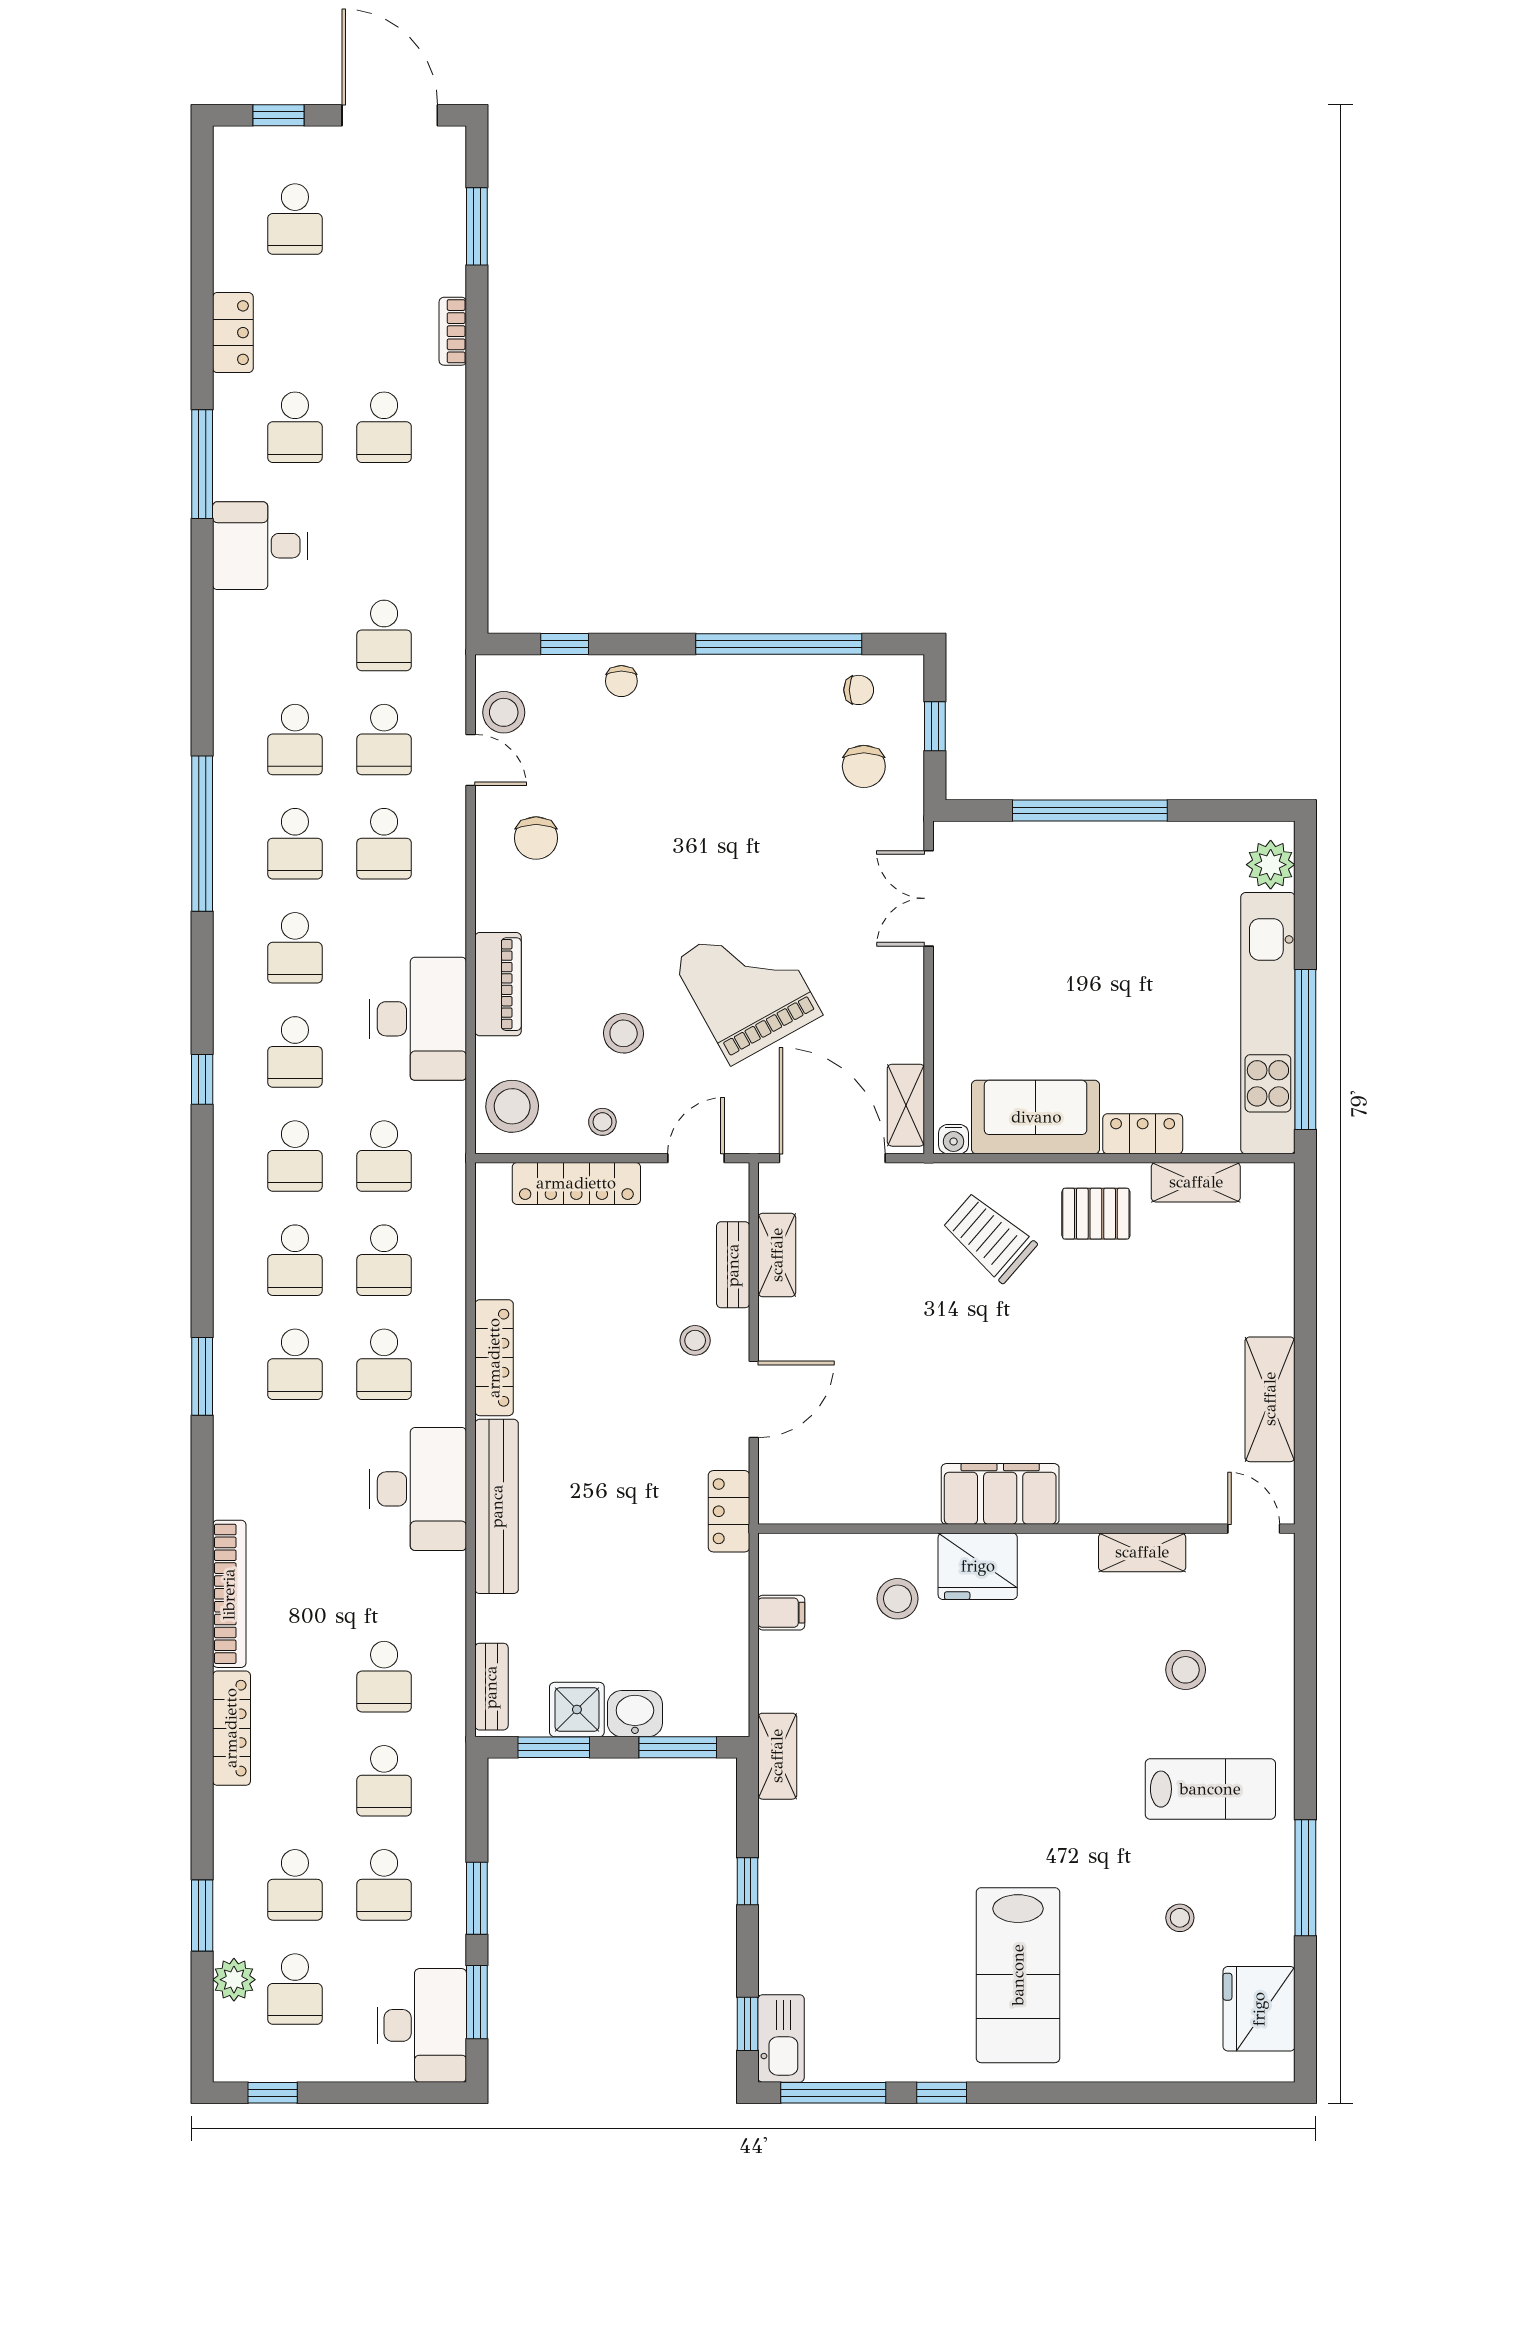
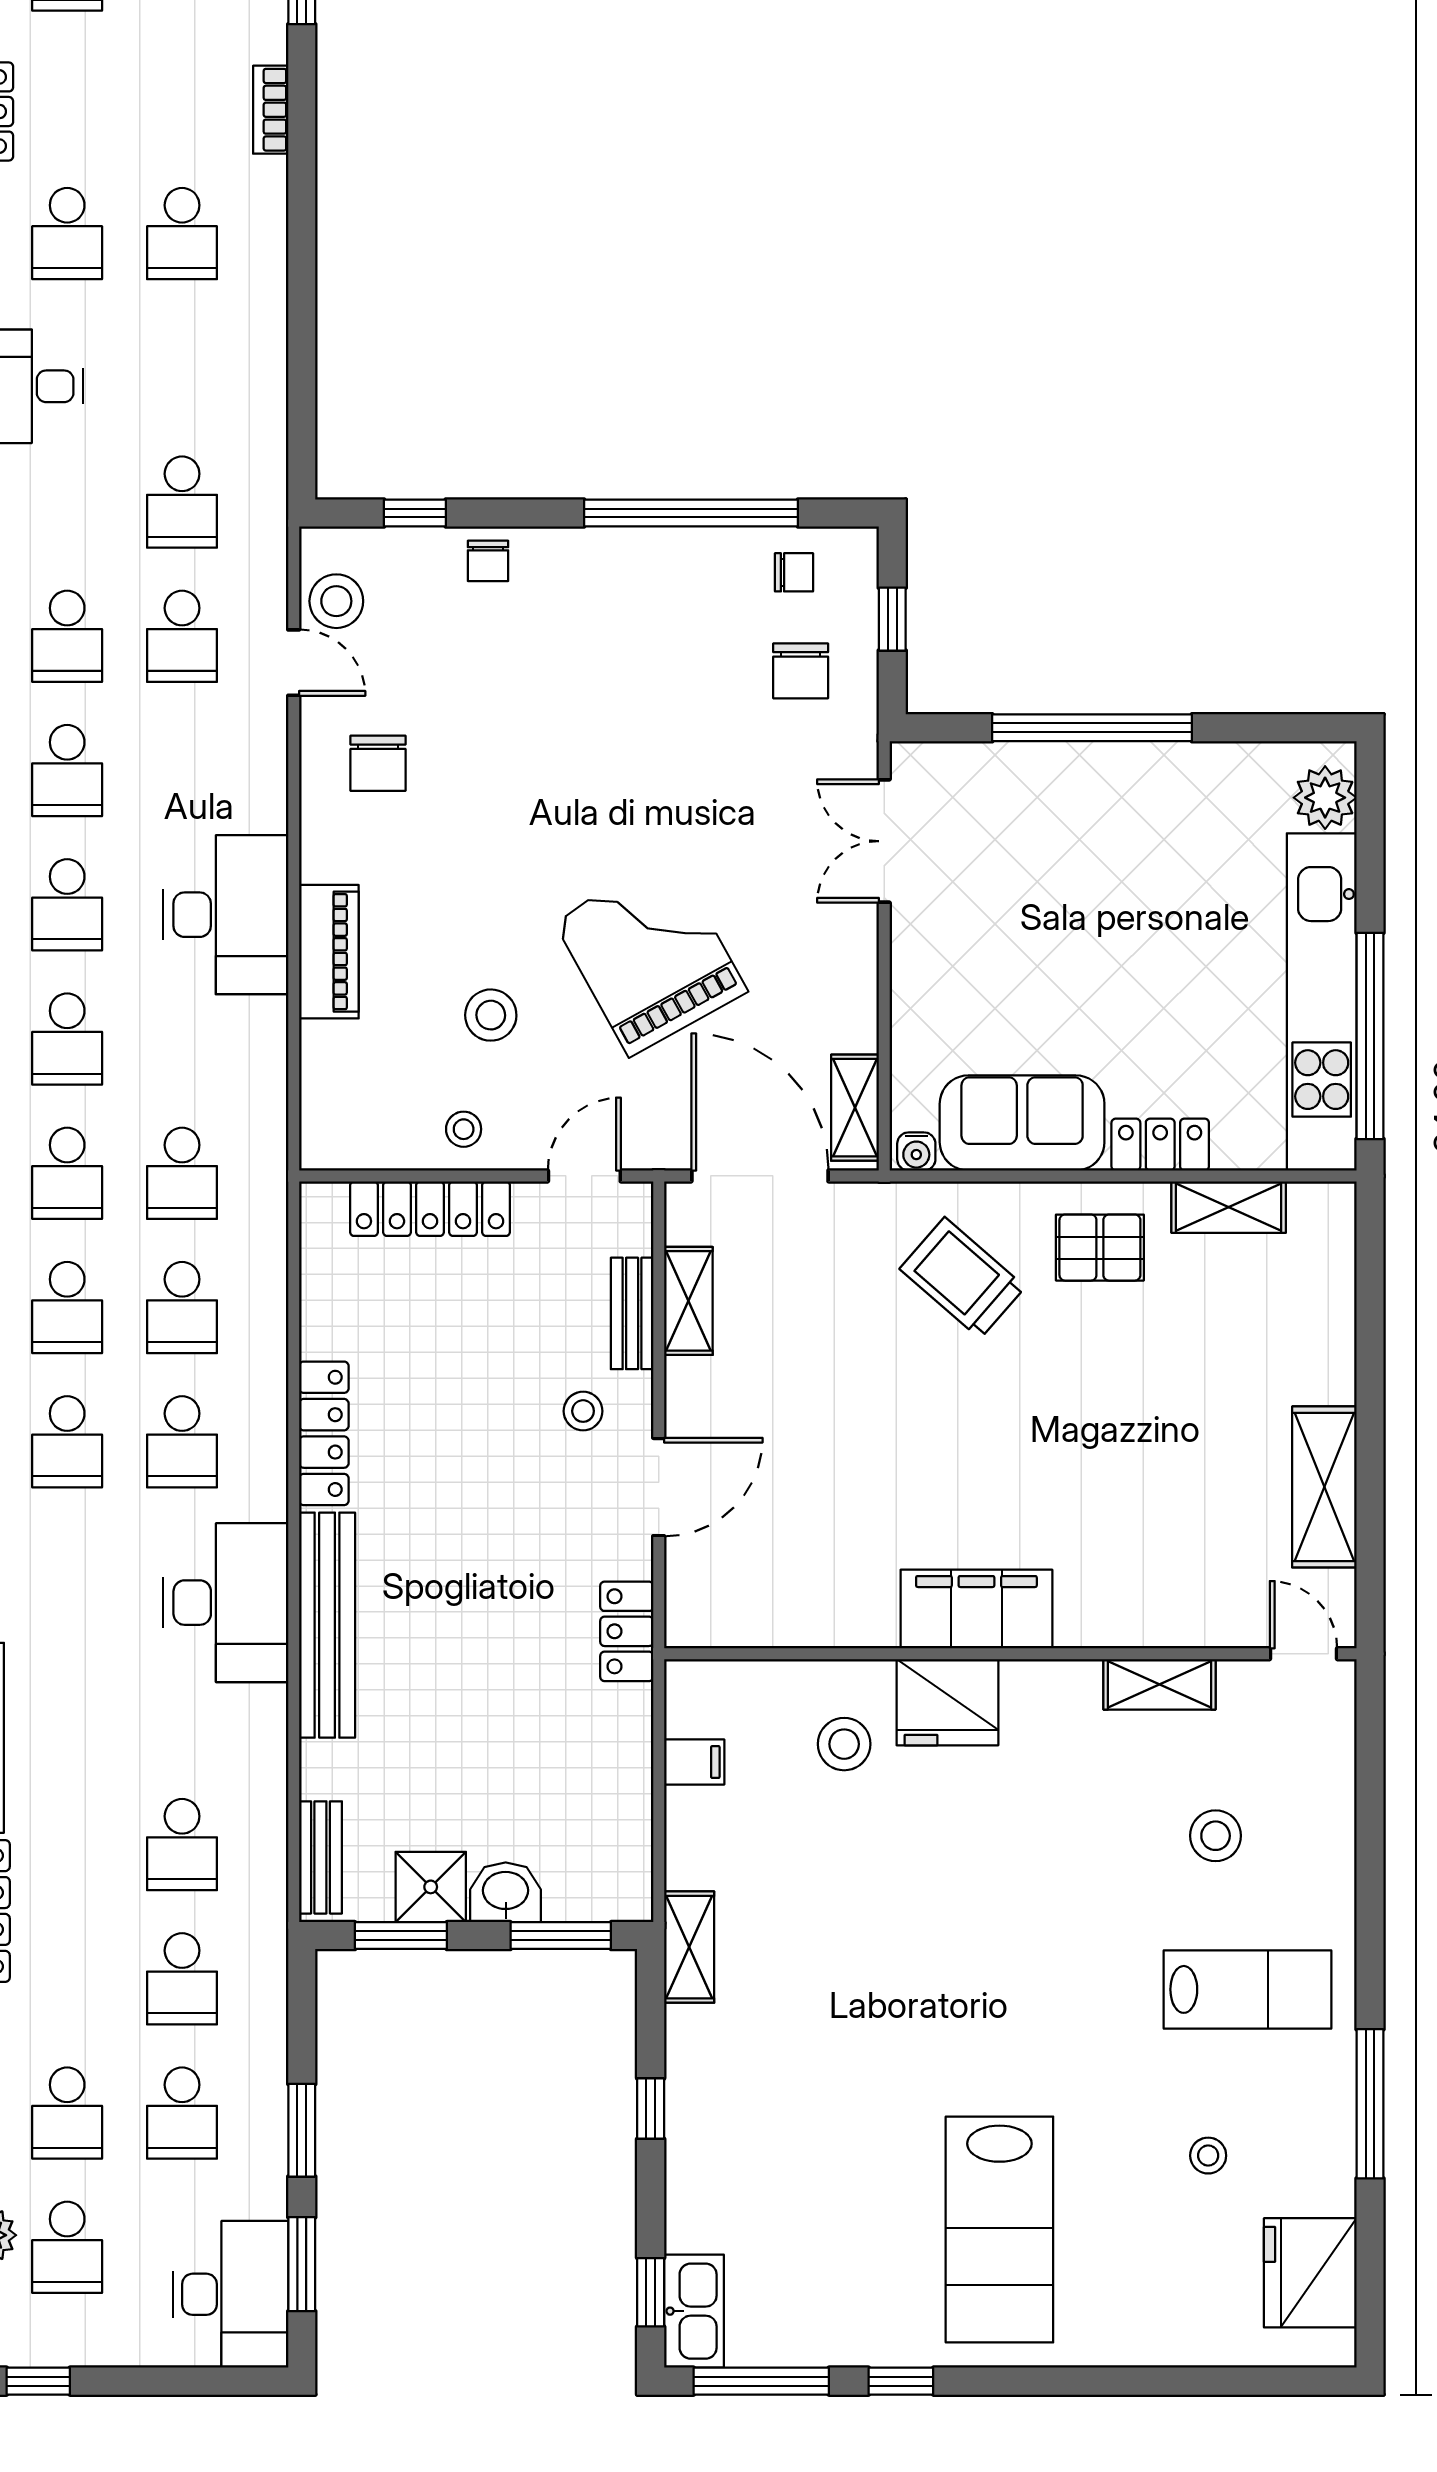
school desk: (384, 844) -> (182, 771), removed
desk: (418, 1019) -> (226, 915), moved
stool: (512, 1106) -> (347, 1109), removed

